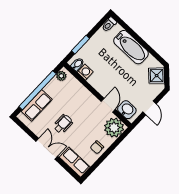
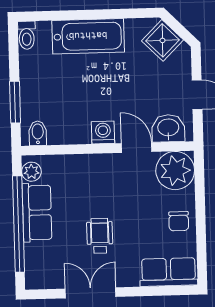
washing machine: (85, 72) -> (103, 132), moved
row of seats: (37, 105) -> (37, 213), moved
double door: (47, 149) -> (91, 293), moved

